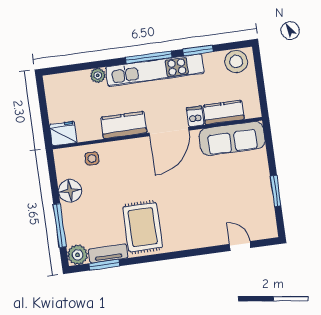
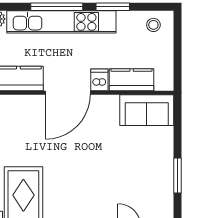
stool: (236, 61) -> (153, 25), width x0.53, depth x0.53
sofa: (232, 138) -> (147, 110), width x0.73

